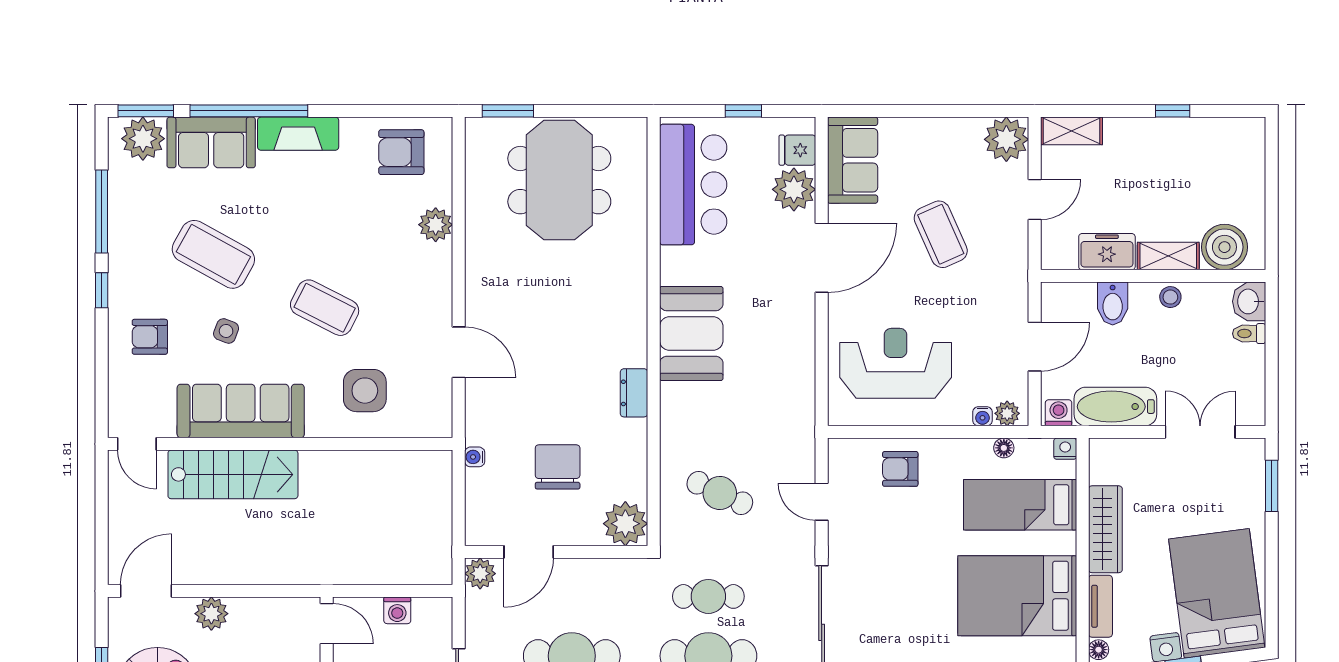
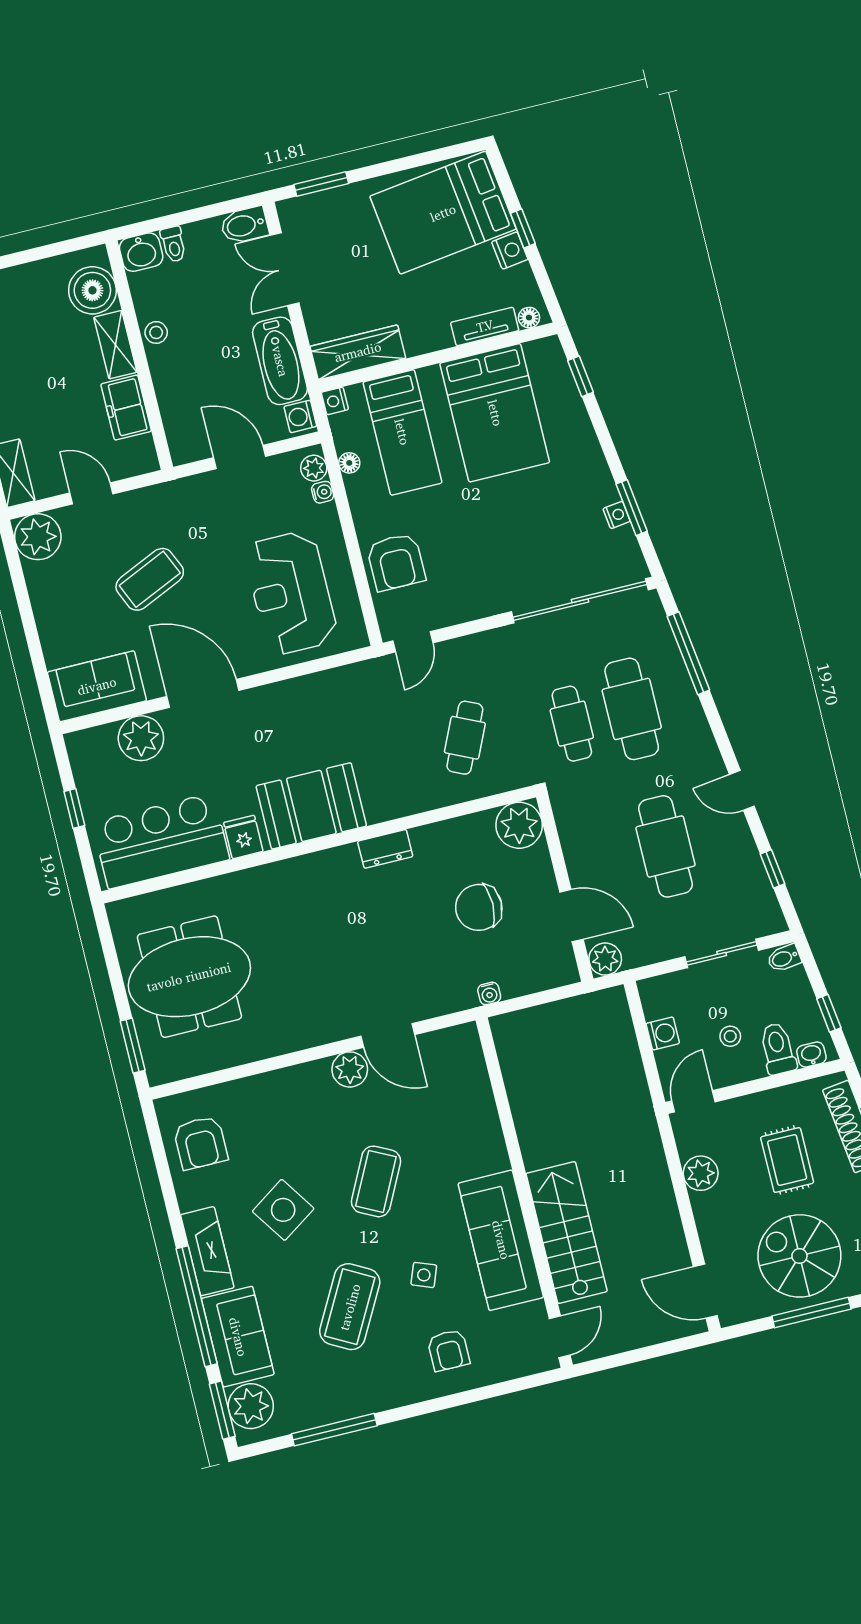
fridge: (797, 150) -> (243, 837), moved, turned 180
plant: (436, 225) -> (350, 1069), moved
window: (102, 290) -> (414, 1410), removed
bidet: (1113, 304) -> (244, 225), moved, turned 180
door: (459, 352) -> (388, 1035), swing flipped
side table: (365, 391) -> (283, 1210), moved, turned -34
armchair: (900, 469) -> (396, 562), width x1.38, depth x1.38
door: (822, 502) -> (413, 642), moved
wardrobe: (1105, 529) -> (358, 352), moved
plant: (211, 614) -> (701, 1173), moved

